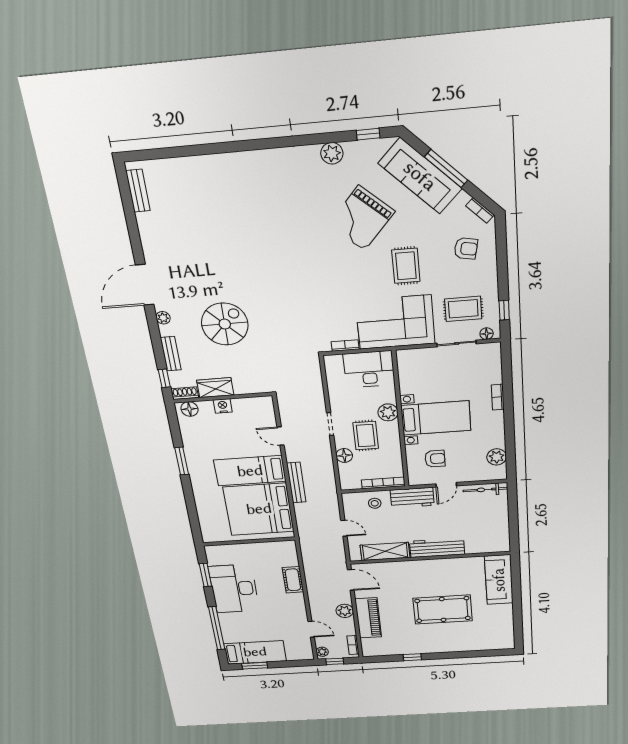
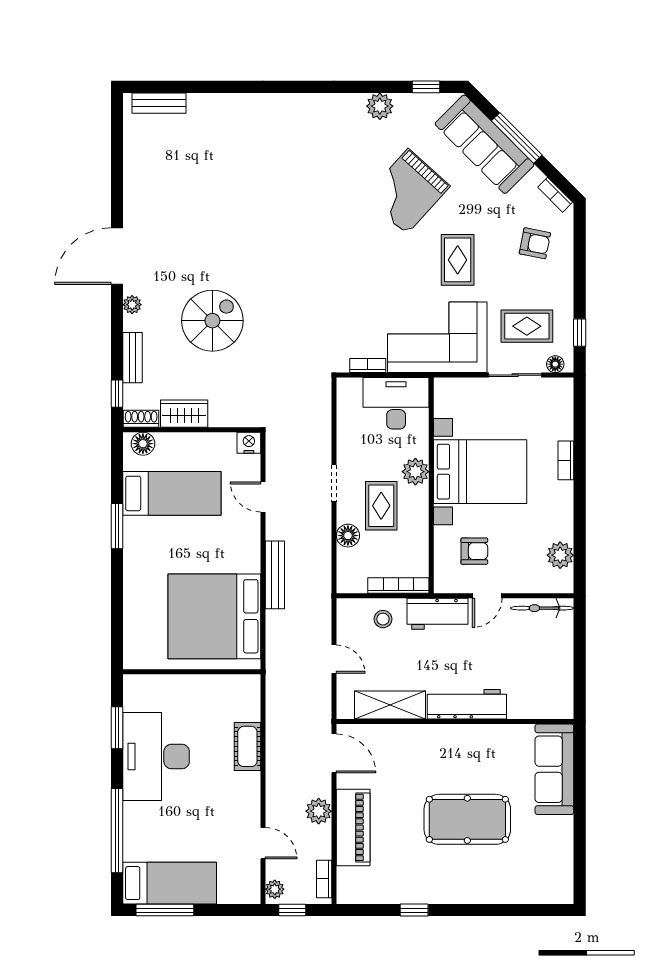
bench: (138, 191) -> (159, 103), moved, turned 90
nightstand: (223, 406) -> (249, 443), moved
bed with nightstands: (436, 418) -> (480, 472), width x1.36
bed: (250, 471) -> (172, 493), moved, turned 180
window: (255, 666) -> (165, 910), width x1.44

